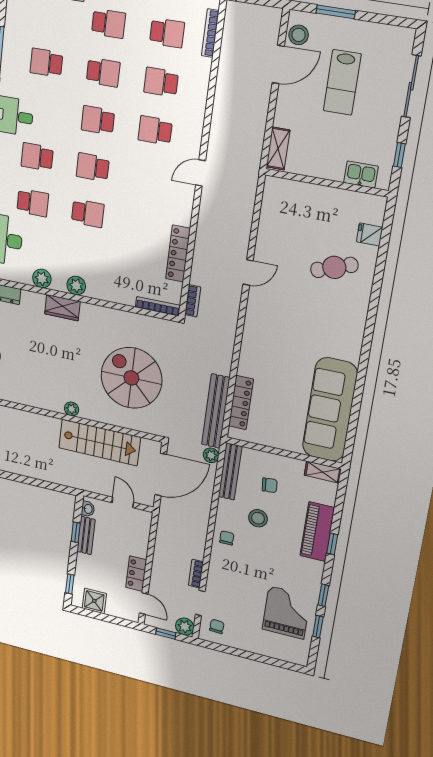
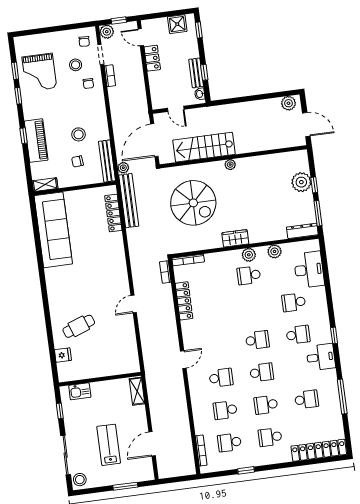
stool: (299, 35) -> (80, 480), moved
school desk: (161, 82) -> (225, 410), turned 180
school desk: (88, 213) -> (249, 275), moved
wardrobe: (62, 308) -> (235, 238), moved
chair: (227, 538) -> (88, 83), moved
stool: (236, 603) -> (76, 65), added

